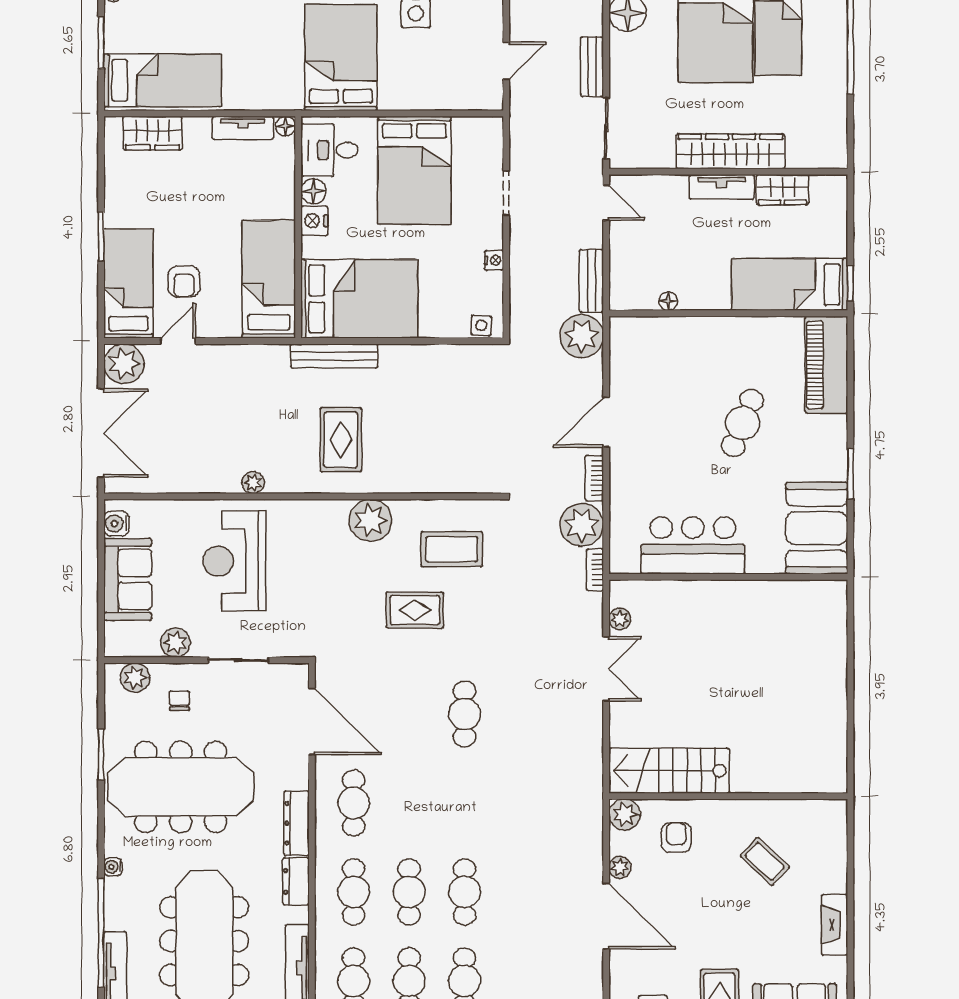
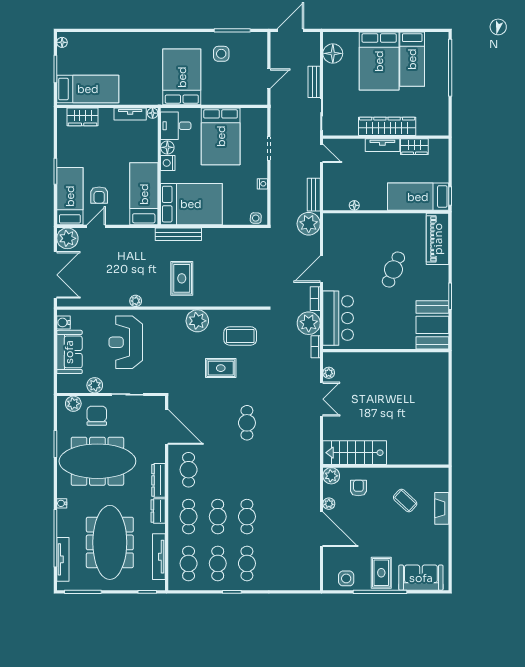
bar counter: (693, 545) -> (338, 318), moved, turned 90
chair: (179, 700) -> (97, 416), width x1.87, depth x1.87
fireplace: (835, 925) -> (442, 508), moved

